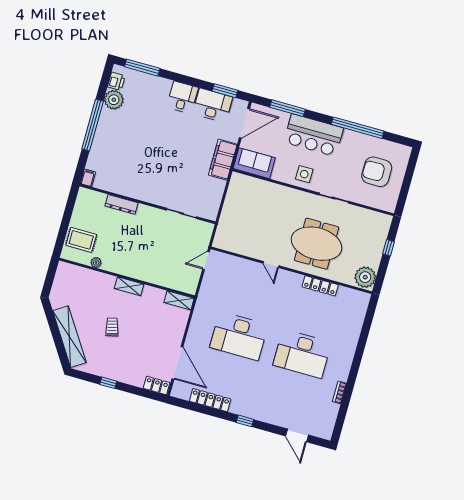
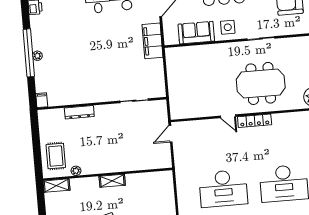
plant: (114, 100) -> (37, 56), moved, width x0.53, depth x0.53
sofa: (254, 163) -> (196, 33), moved
rug: (81, 240) -> (56, 156), turned 90
locker: (320, 286) -> (255, 121), moved
shelving: (179, 300) -> (56, 186), moved

